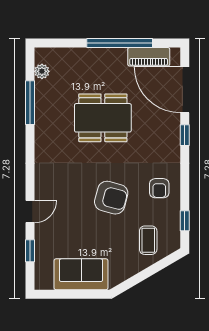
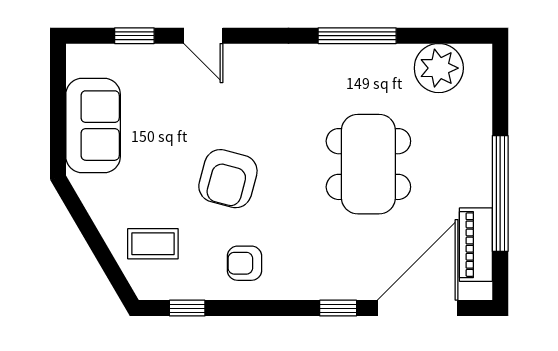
plant: (42, 71) -> (439, 68), width x1.88, depth x1.88
window: (30, 103) -> (357, 36), moved

